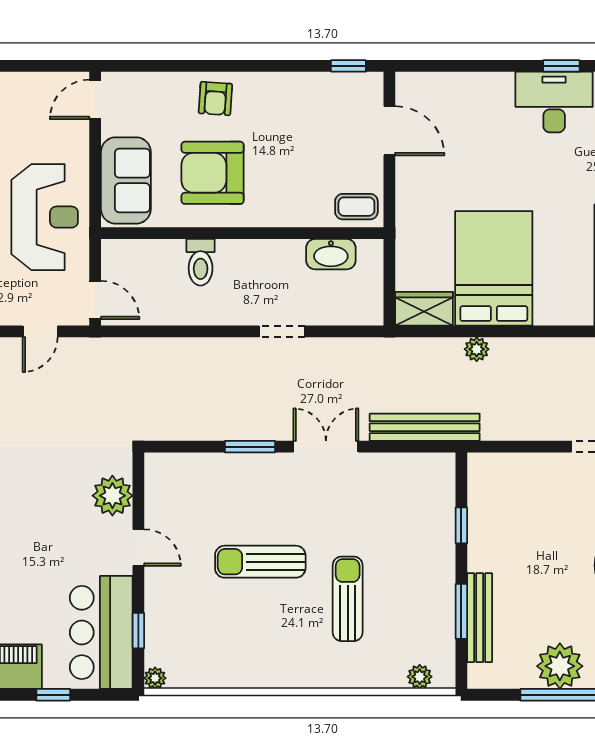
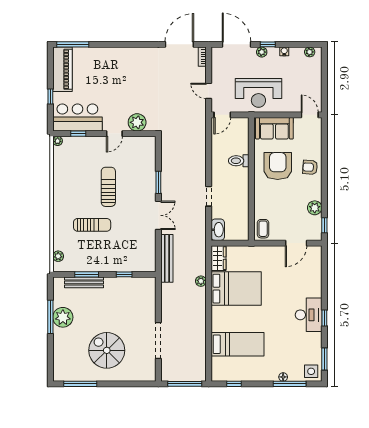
plant: (308, 88) -> (315, 208), added
washbasin: (331, 254) -> (218, 230), moved, turned 180

